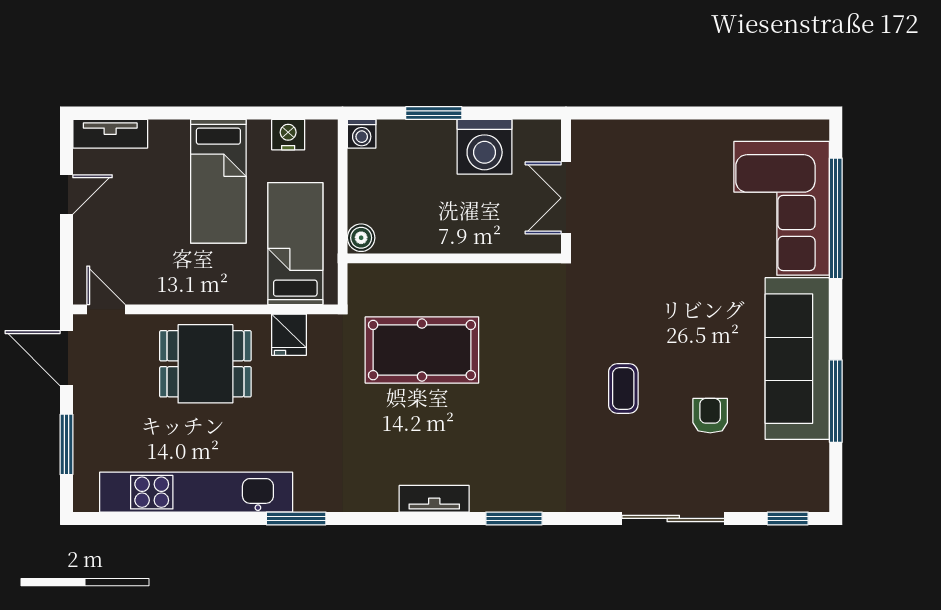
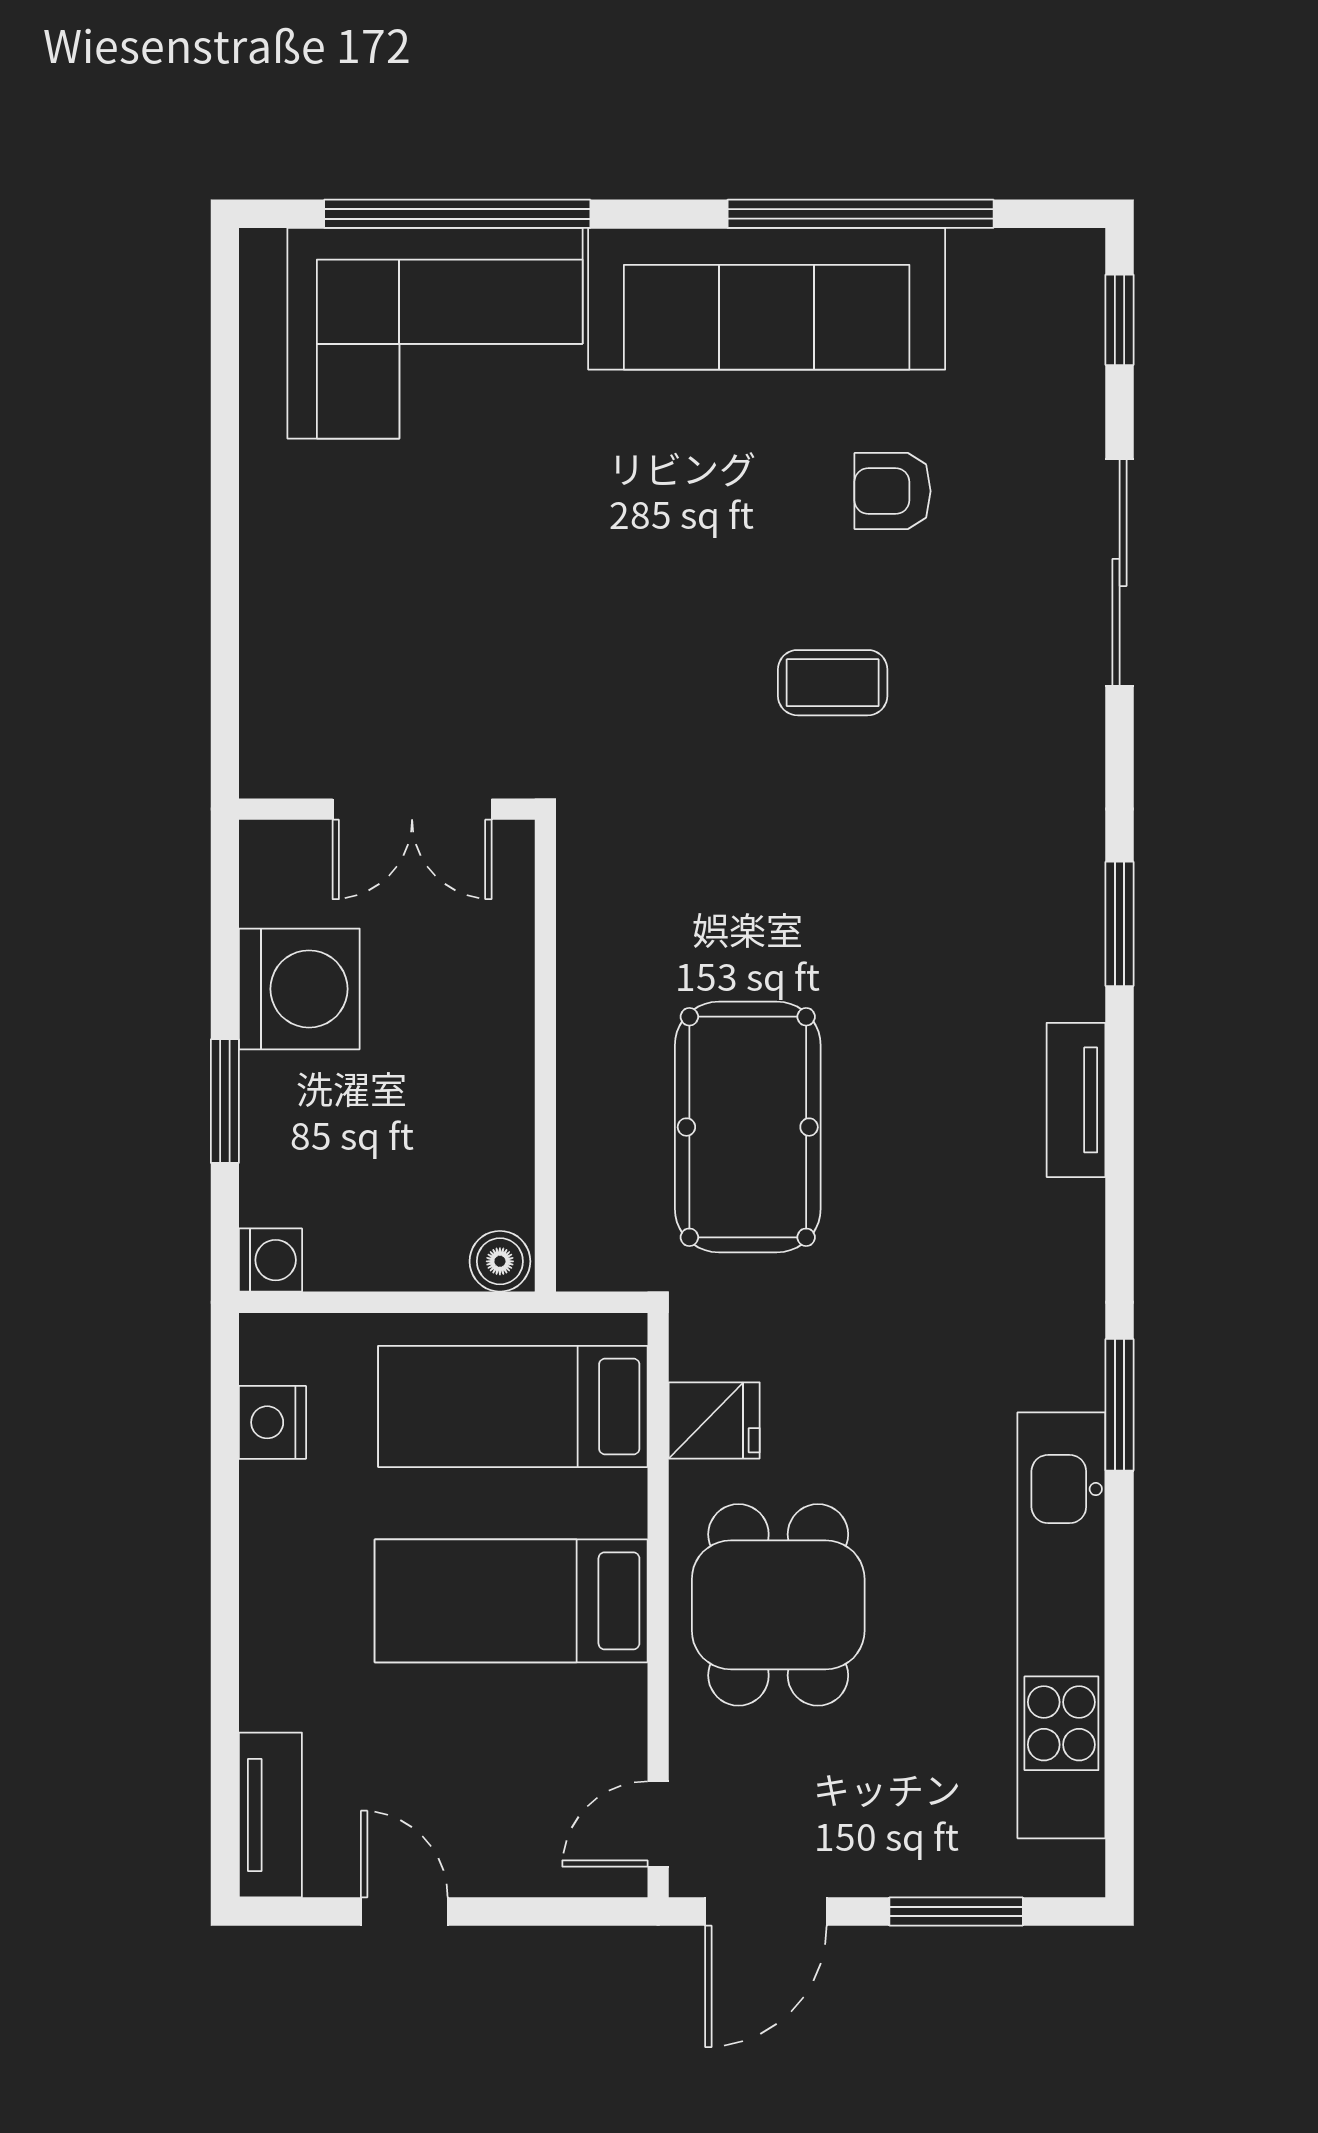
bed: (218, 181) -> (511, 1601), moved, turned 180
window: (836, 401) -> (861, 214), width x1.46

